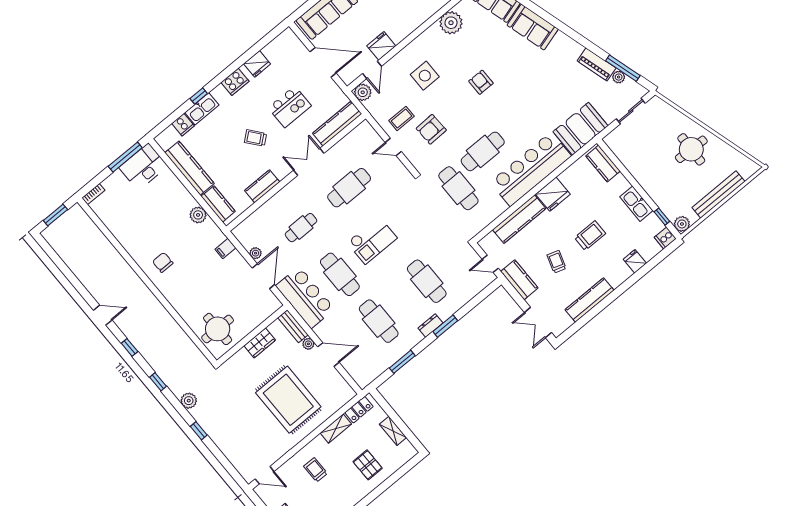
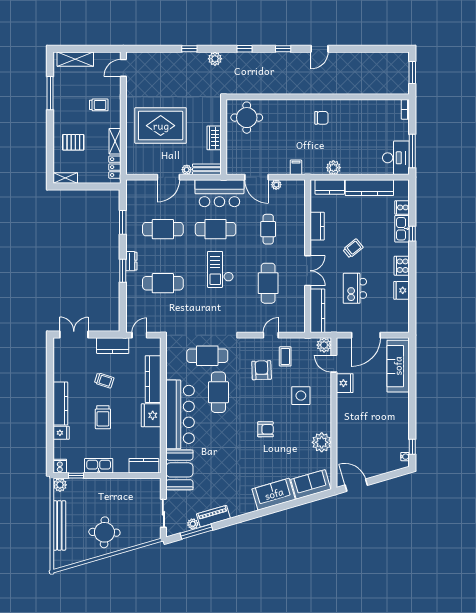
kitchen counter: (590, 300) -> (60, 403), moved
shelving: (393, 431) -> (65, 178), moved

